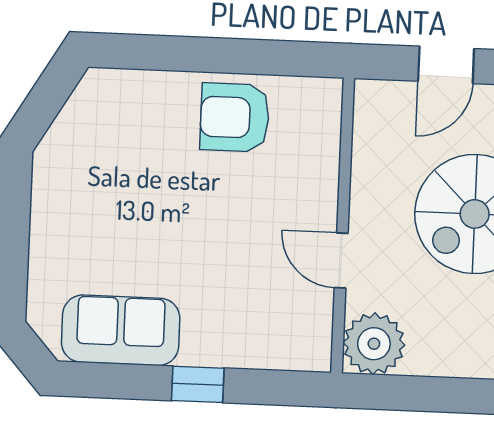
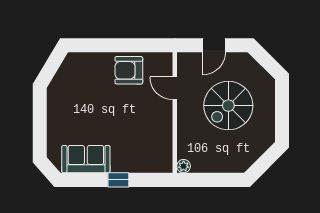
door: (341, 261) -> (175, 88), moved
plant: (374, 344) -> (184, 166), width x0.53, depth x0.53

